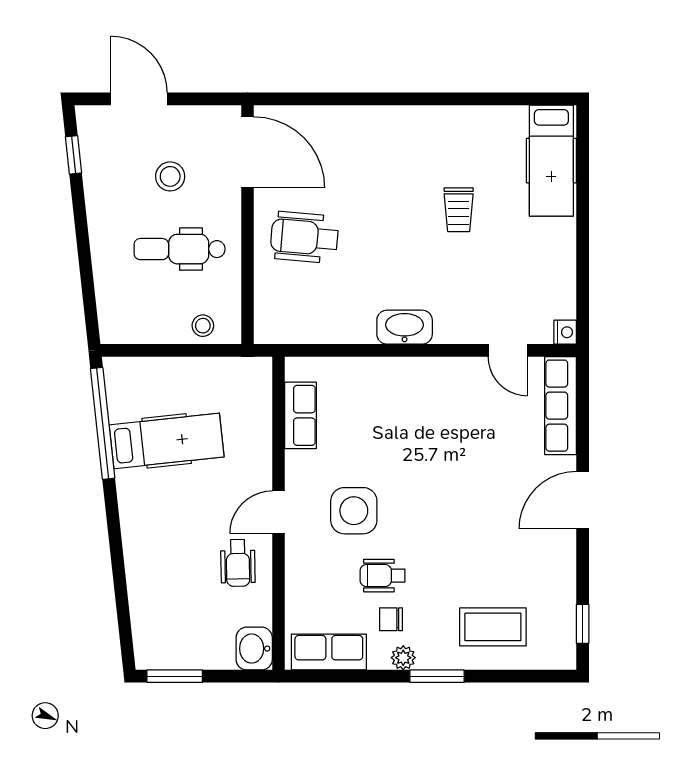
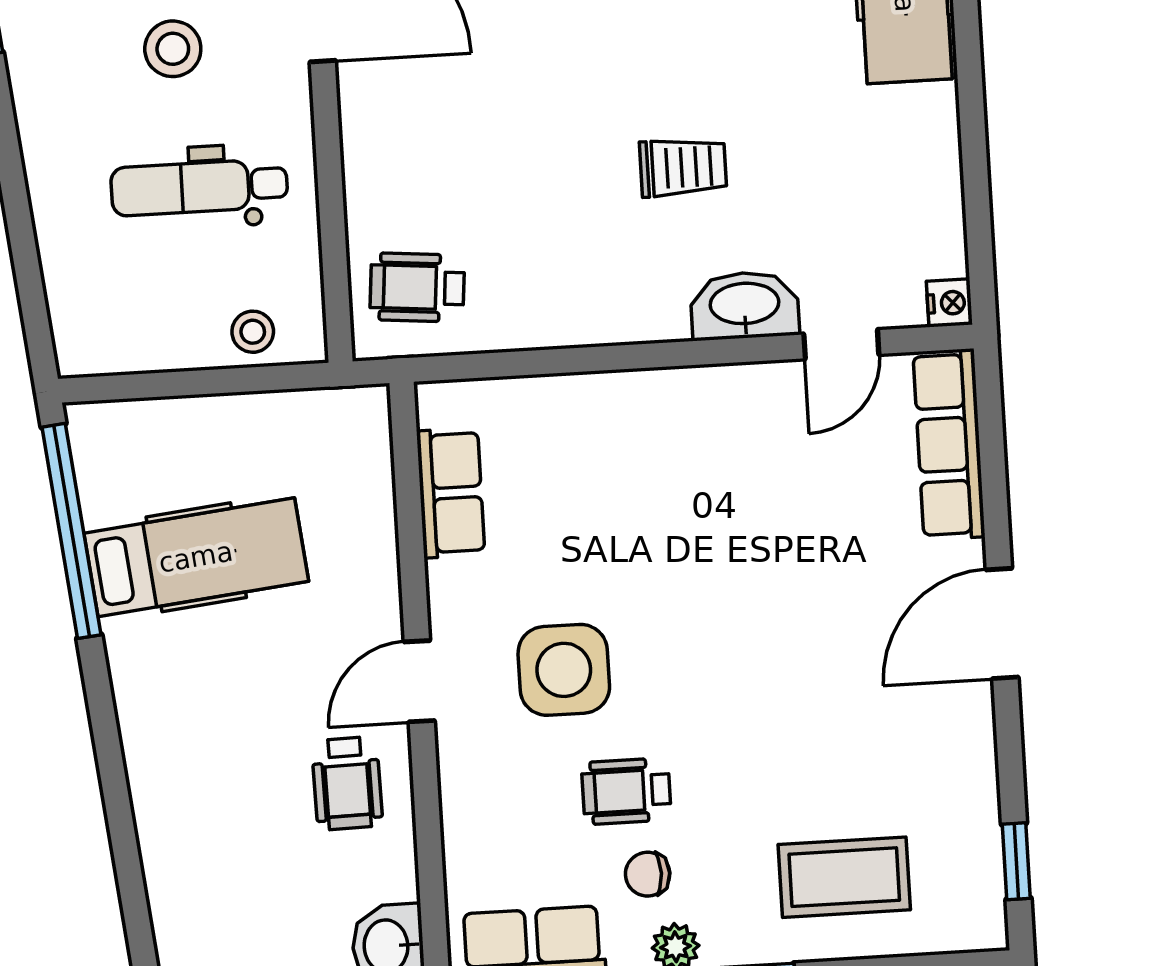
trolley: (459, 210) -> (683, 167), moved, turned -90
wheelchair: (304, 237) -> (417, 287), moved, width x0.73, depth x0.73
washbasin: (405, 327) -> (745, 305), moved
door: (508, 350) -> (841, 344), hinge flipped

